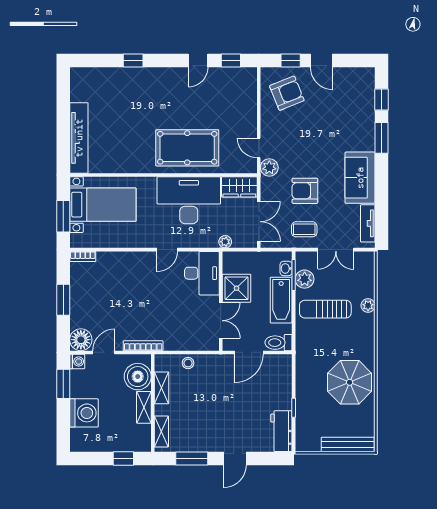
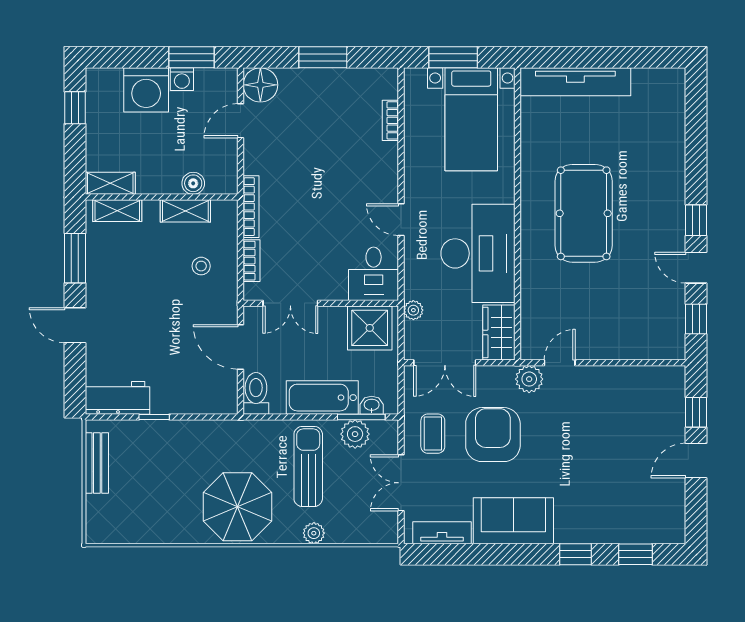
window: (133, 61) -> (696, 220), moved
armchair: (287, 93) -> (645, 406), removed
window: (382, 138) -> (576, 554), width x0.67
pool table: (187, 148) -> (584, 213), moved
armchair: (305, 191) -> (493, 435), width x1.36, depth x1.36
bookcase: (83, 256) -> (390, 120), moved
desk: (202, 273) -> (374, 274), width x0.73
shower: (237, 288) -> (370, 328), moved
bookcase: (193, 345) -> (252, 261), added
bookcase: (143, 346) -> (251, 207), moved
door: (104, 352) -> (241, 121), swing flipped
washing machine: (77, 361) -> (182, 79), moved
stool: (188, 363) -> (201, 266), moved
boiler: (138, 377) -> (193, 183), width x0.54, depth x0.54
parasol: (350, 382) -> (237, 507), moved
shelving: (144, 407) -> (110, 183), moved
bench: (348, 444) -> (97, 463), moved, width x0.73
window: (123, 459) -> (75, 108), moved

